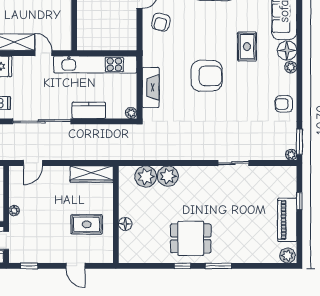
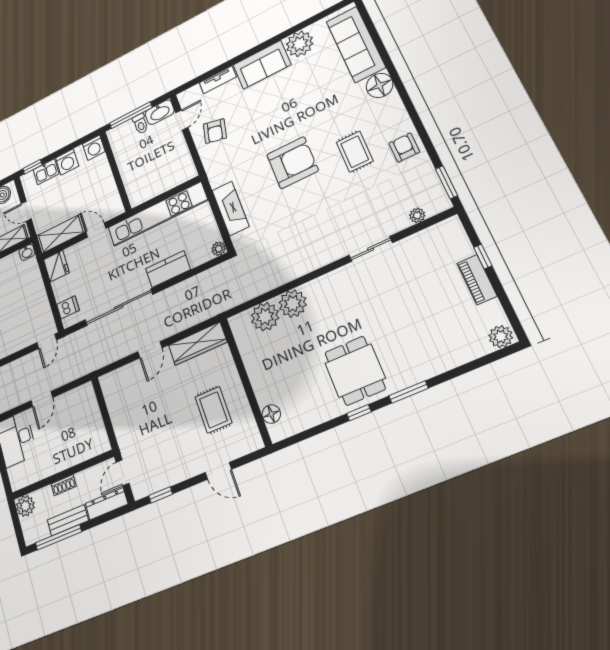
rug: (247, 47) -> (355, 152), moved
plant: (291, 67) -> (393, 101), removed
armchair: (284, 104) -> (404, 147), turned 90
plant: (291, 155) -> (417, 215), moved
door: (33, 163) -> (150, 350), moved
plant: (14, 211) -> (120, 430), removed
piano: (287, 220) -> (477, 280), width x0.73, depth x0.75
rug: (87, 224) -> (213, 410), turned 90
floor lamp: (125, 224) -> (271, 414), moved
dining table: (191, 238) -> (355, 371), turned 90

